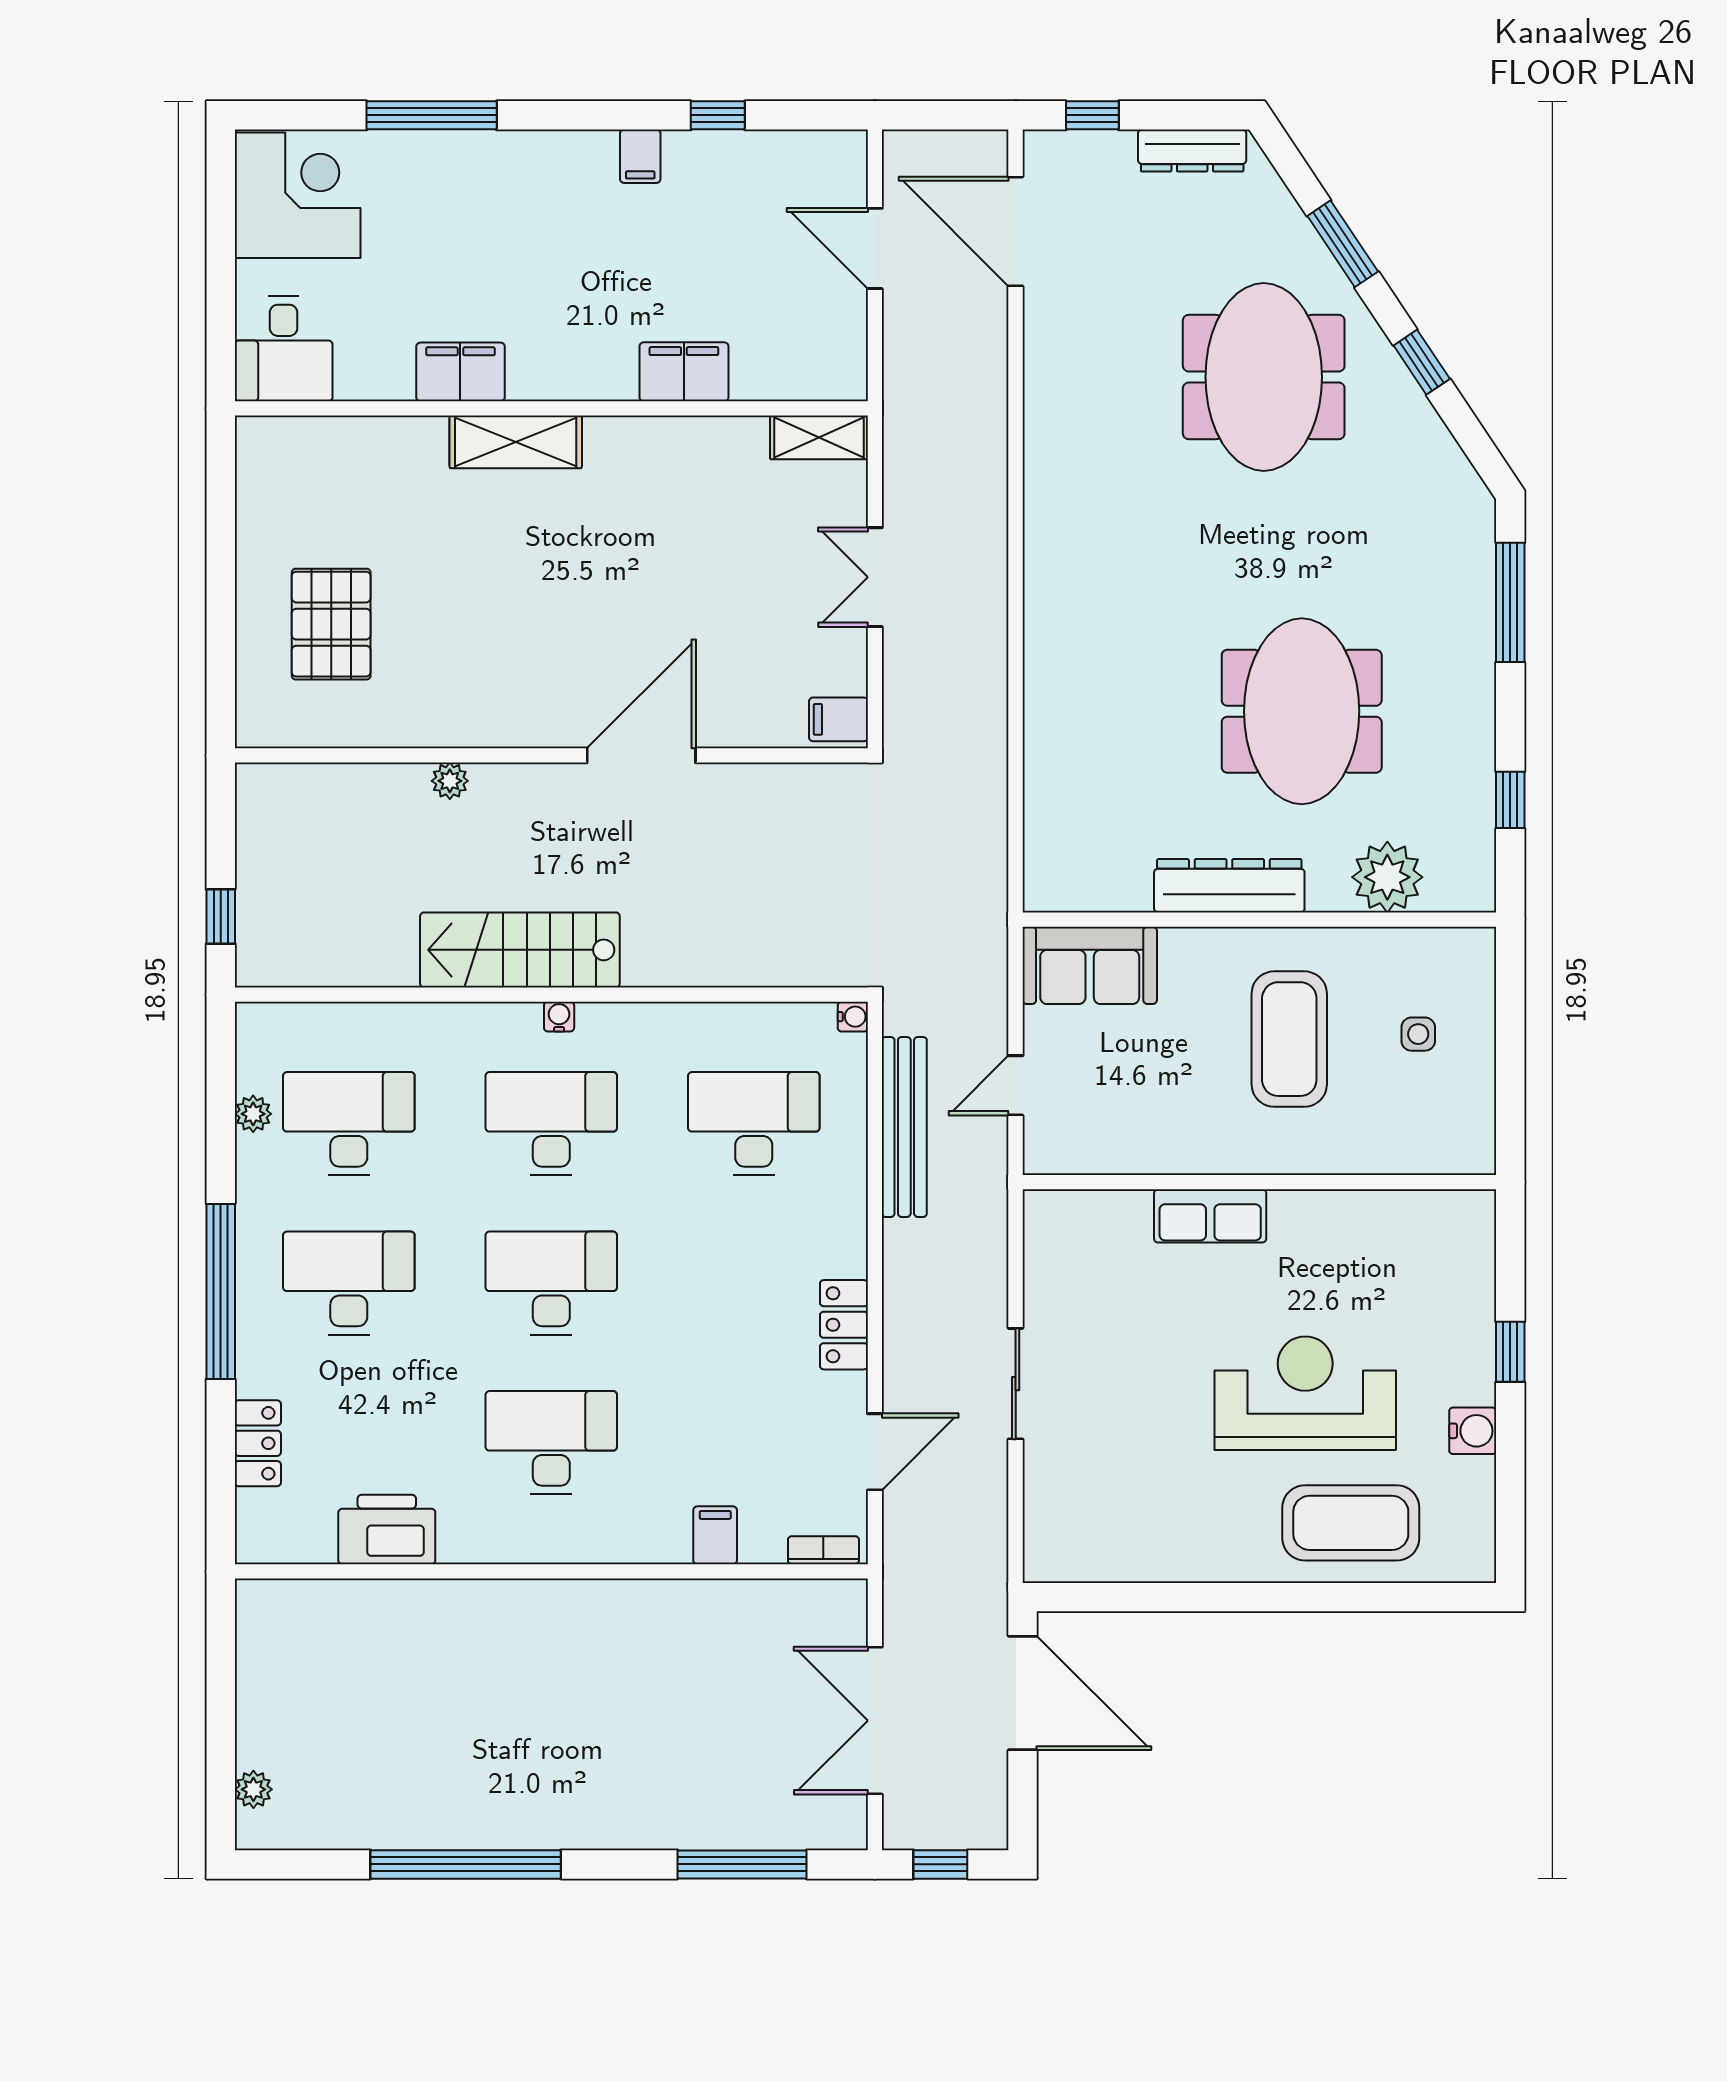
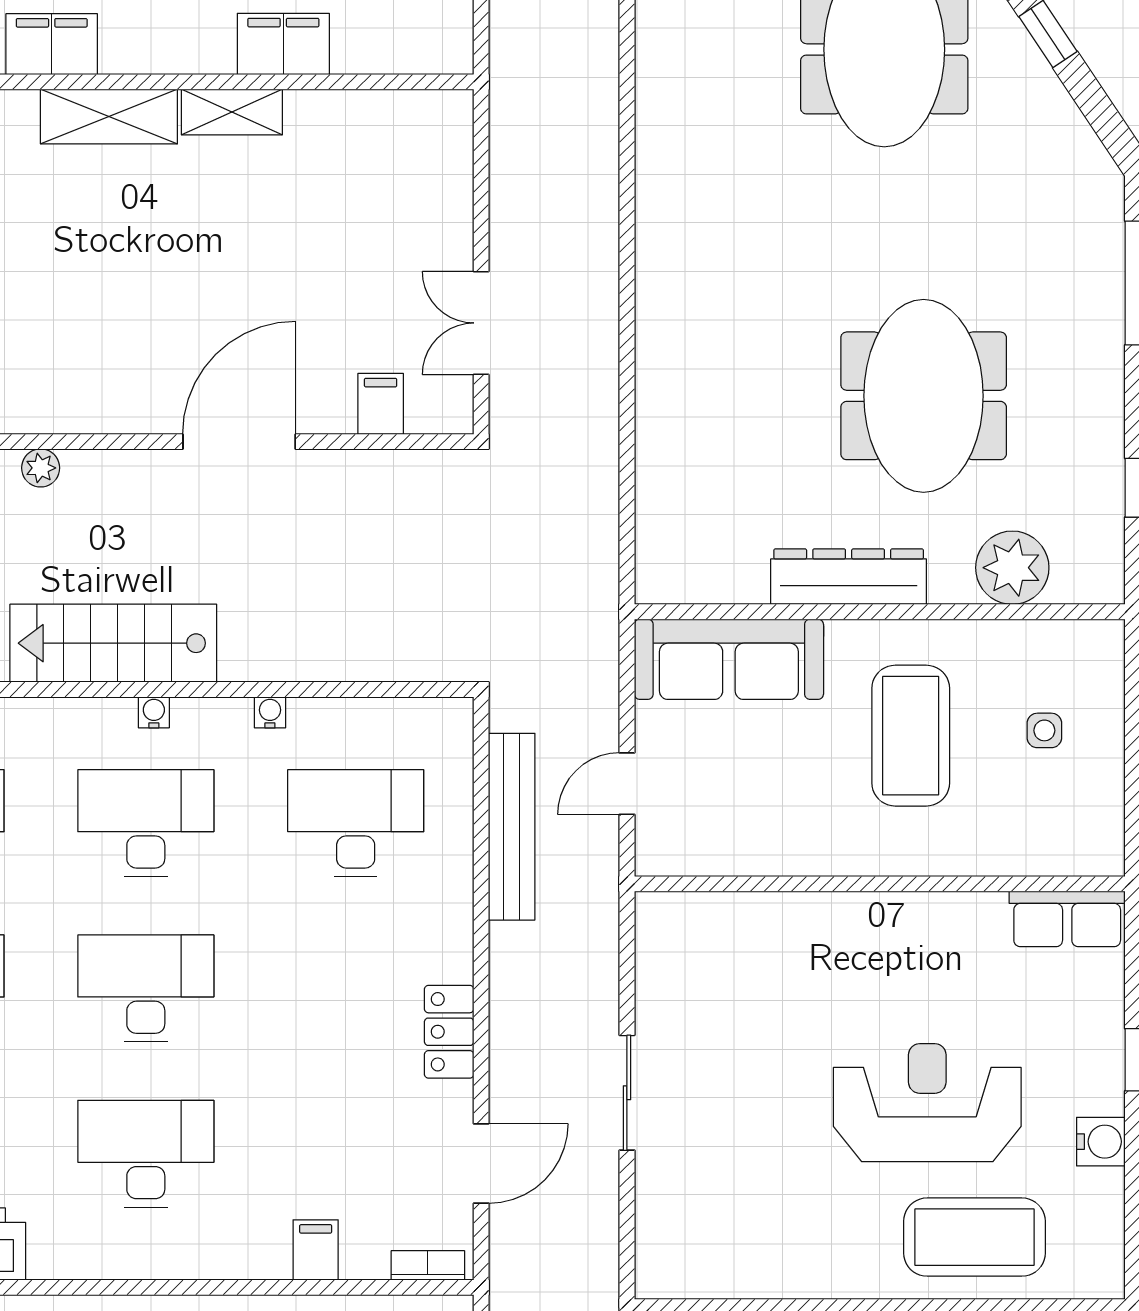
shelving: (819, 437) -> (232, 112), moved
double door: (875, 577) -> (481, 323), moved
filing cabinet: (838, 719) -> (381, 404), moved, turned 90
sofa: (1090, 965) -> (729, 659), width x1.36
water cooler: (853, 1017) -> (270, 712), moved, turned -90
row of seats: (1210, 1216) -> (1067, 919), moved

